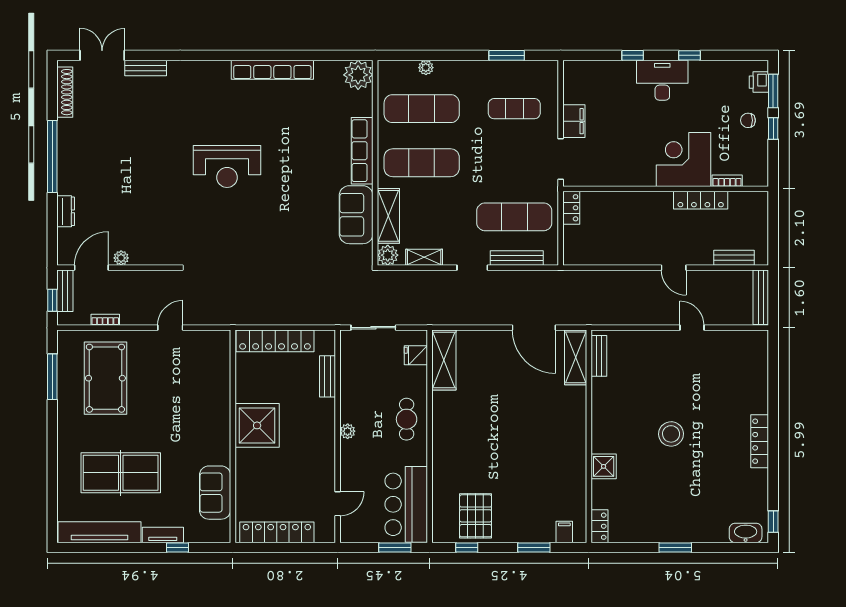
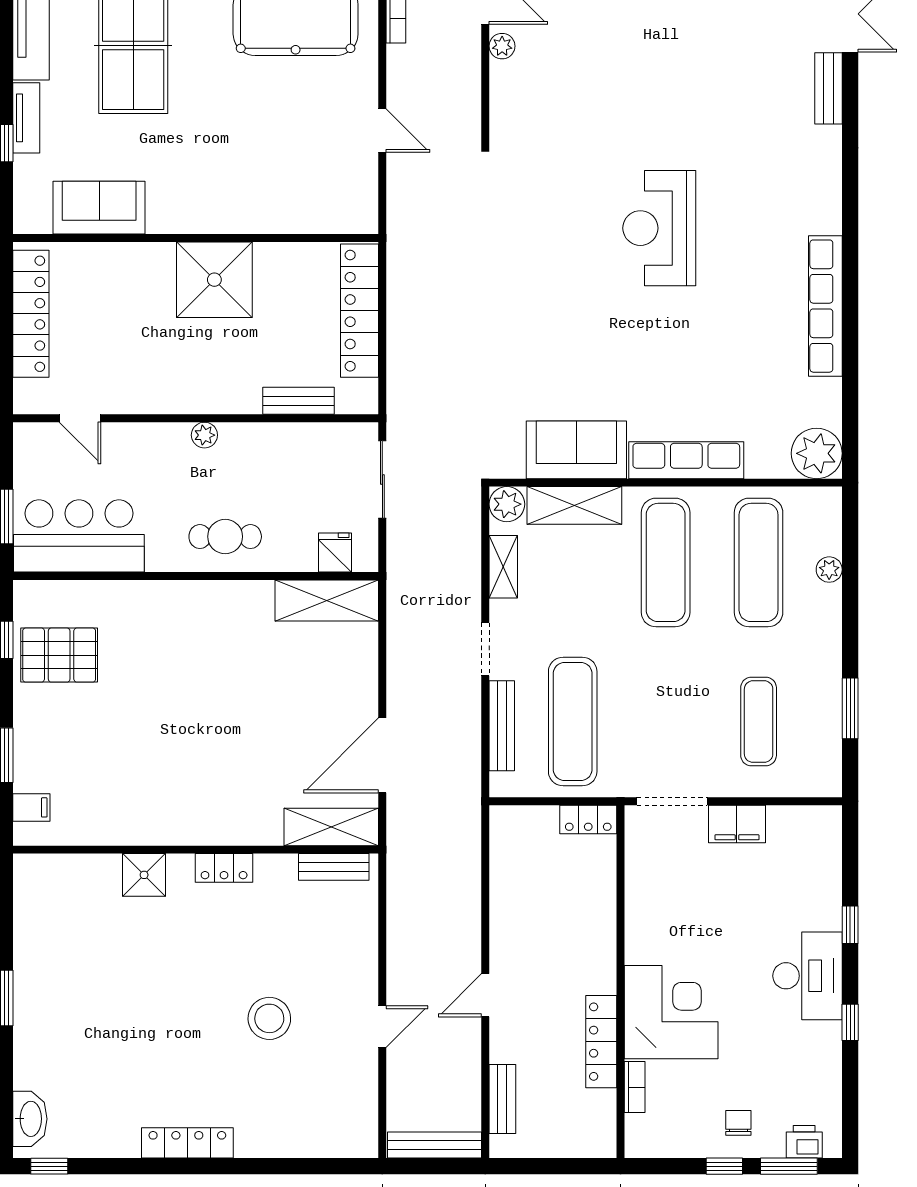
stool: (671, 434) -> (269, 1018), moved
locker: (599, 526) -> (224, 868), moved

